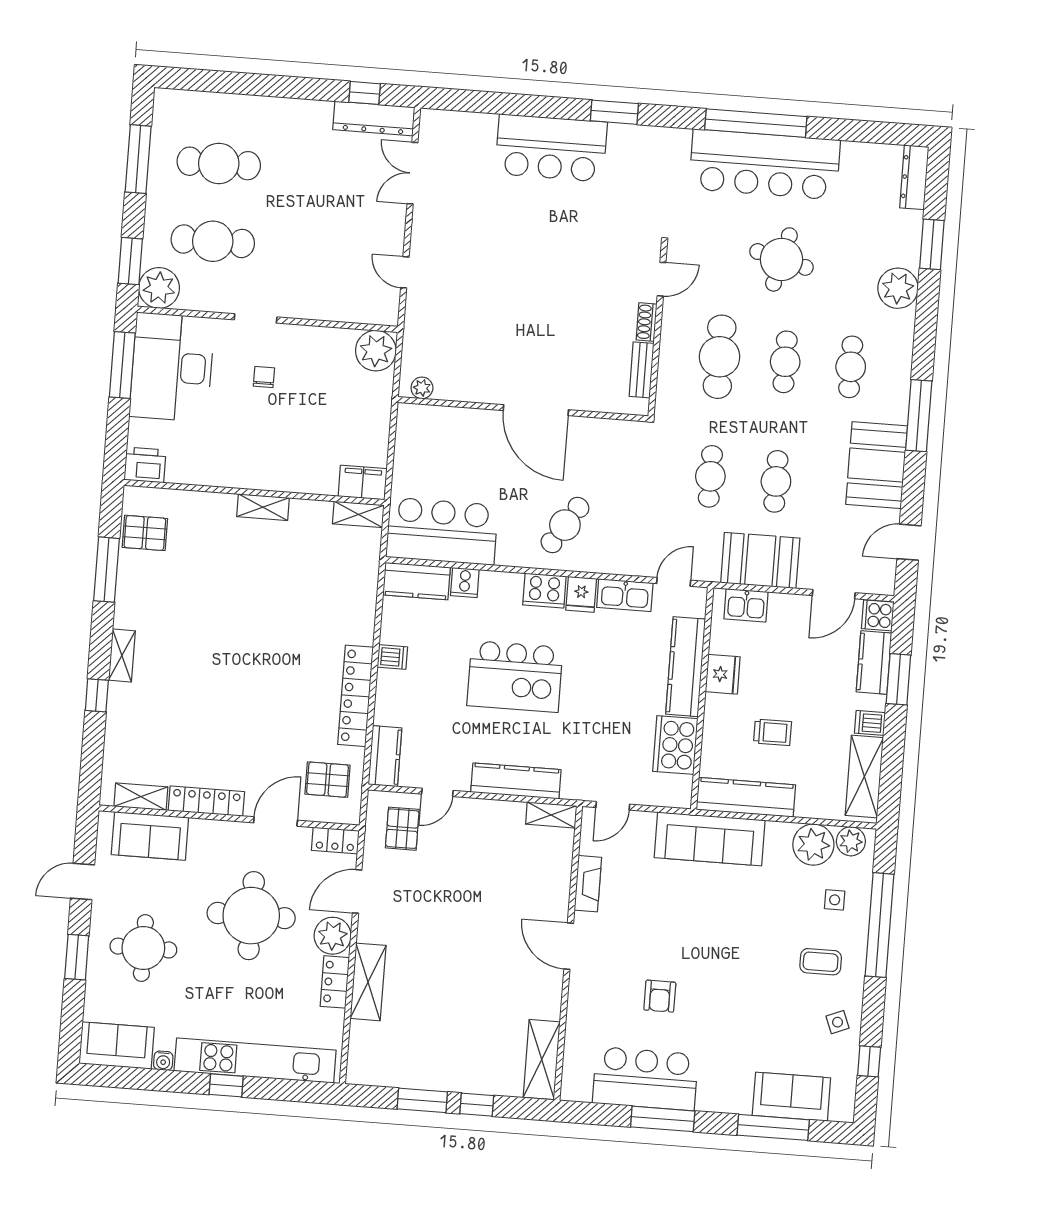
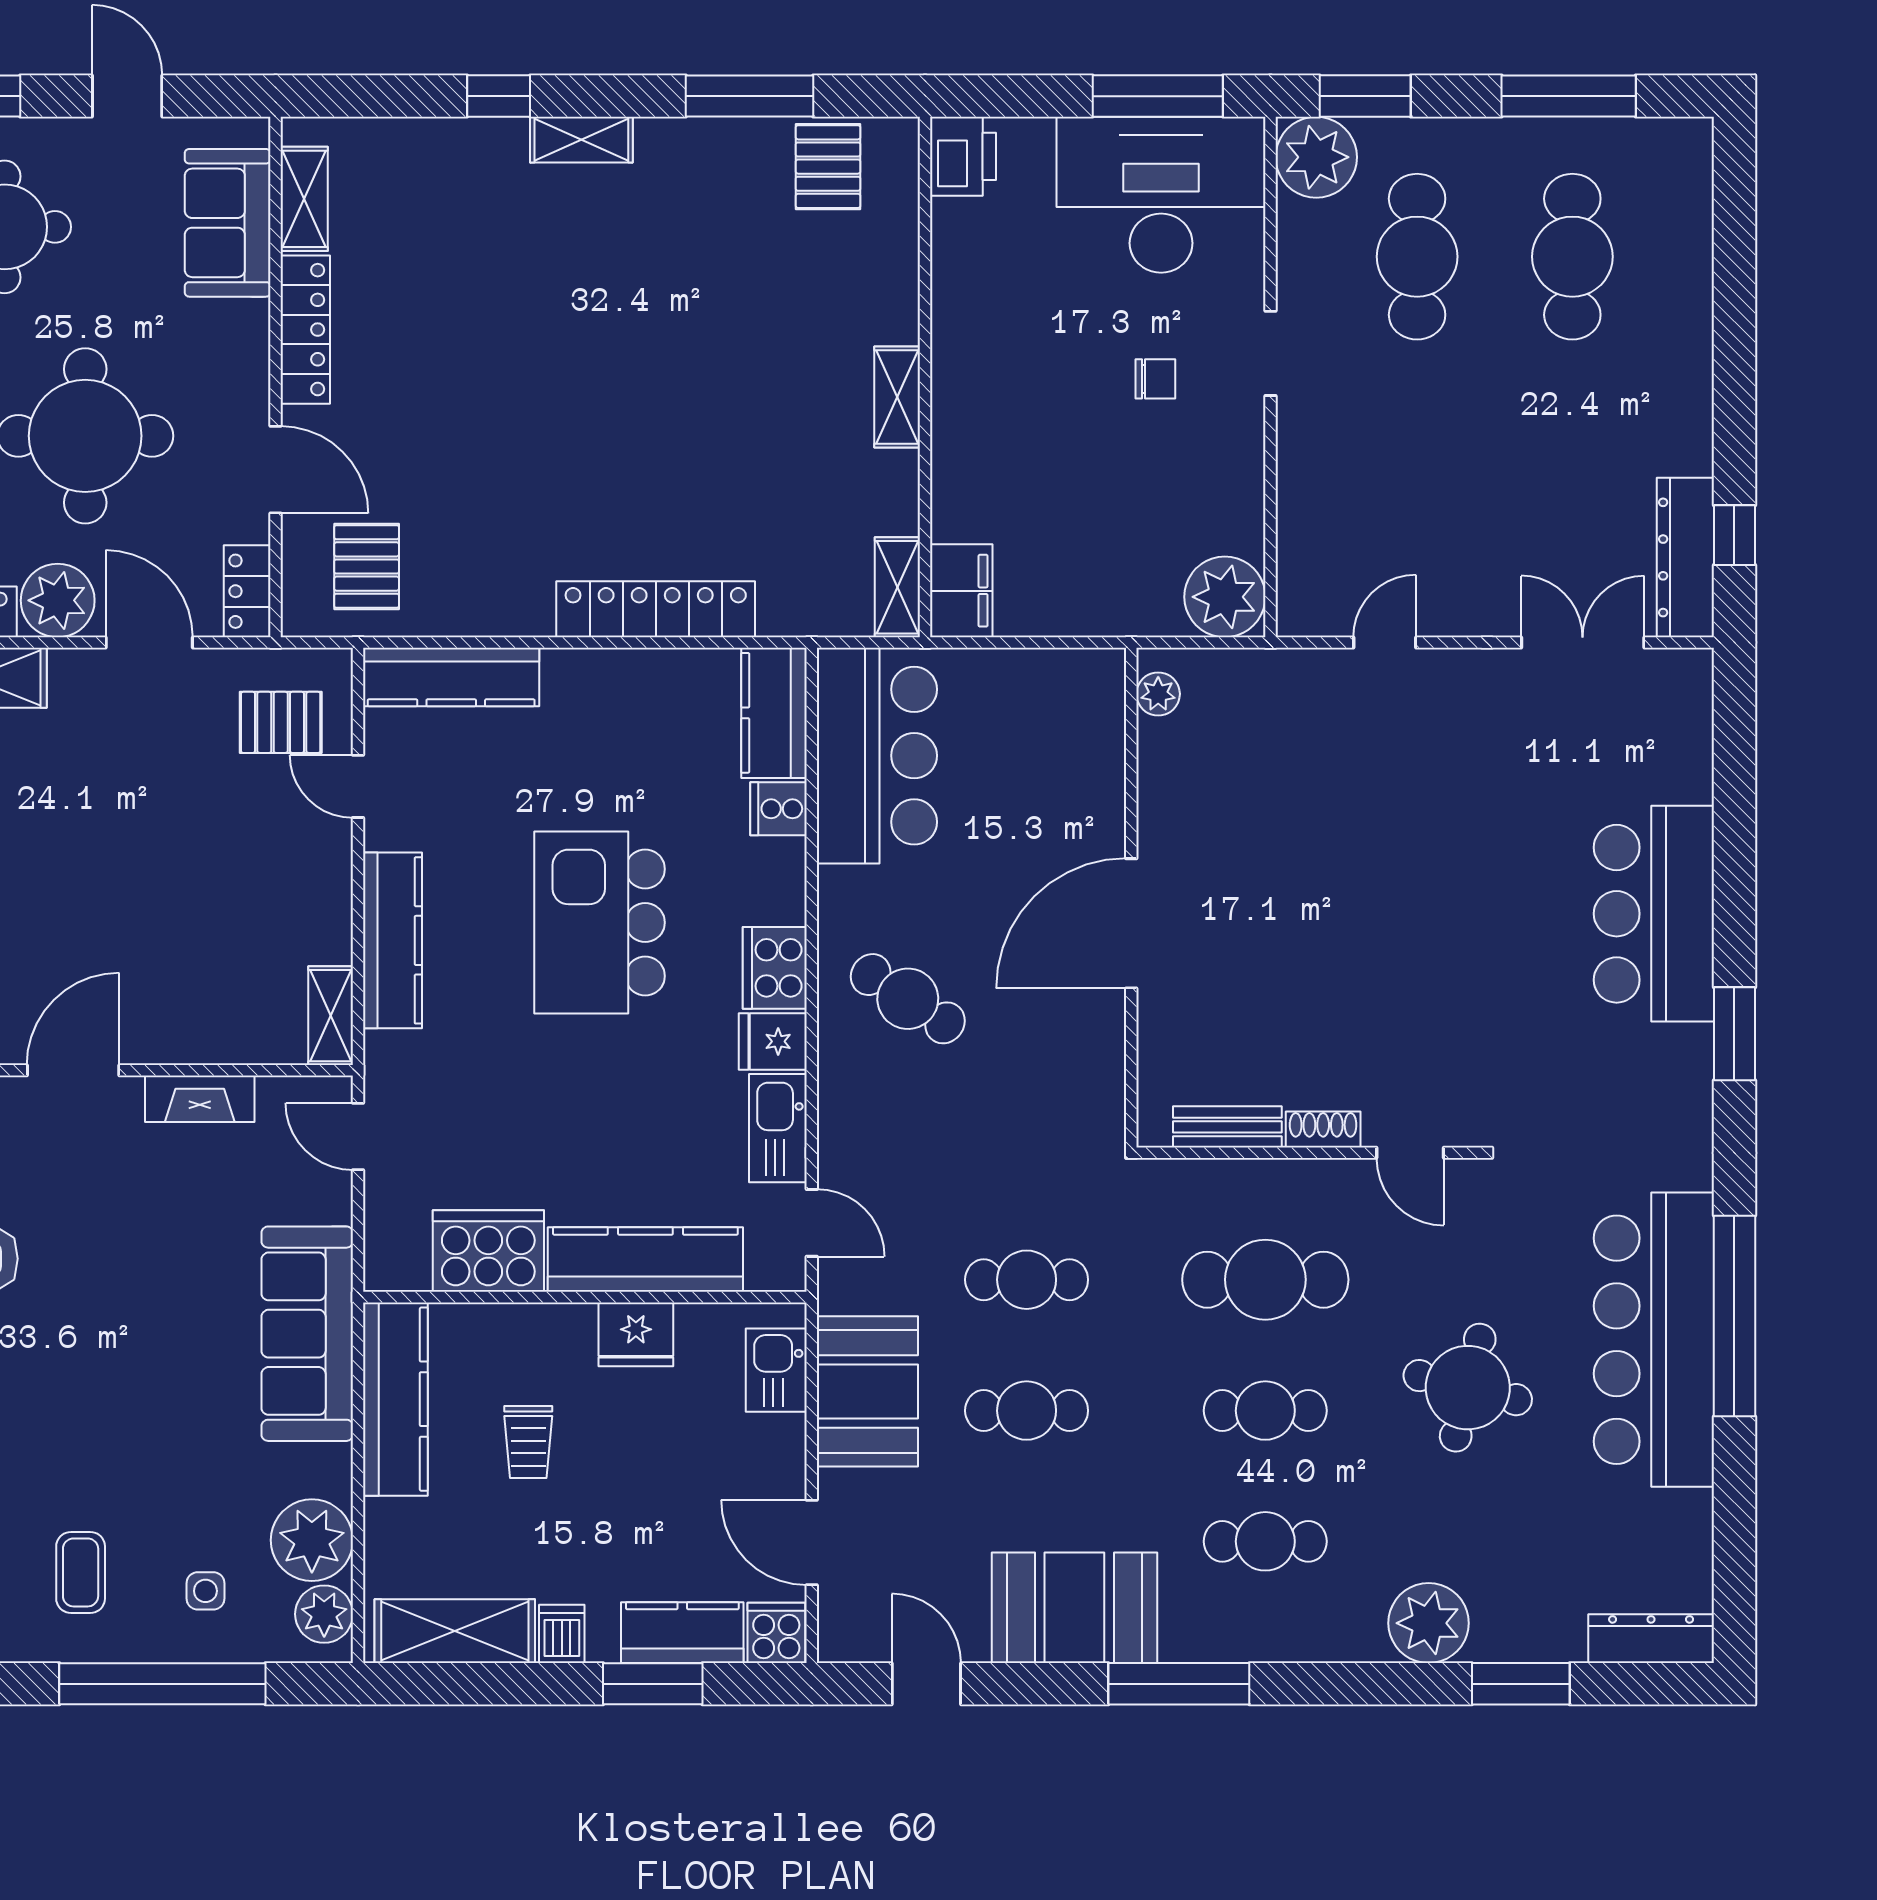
dishwasher: (392, 657) -> (620, 676), removed
locker: (355, 696) -> (656, 609), moved
kitchen counter: (385, 756) -> (451, 677), width x1.50

